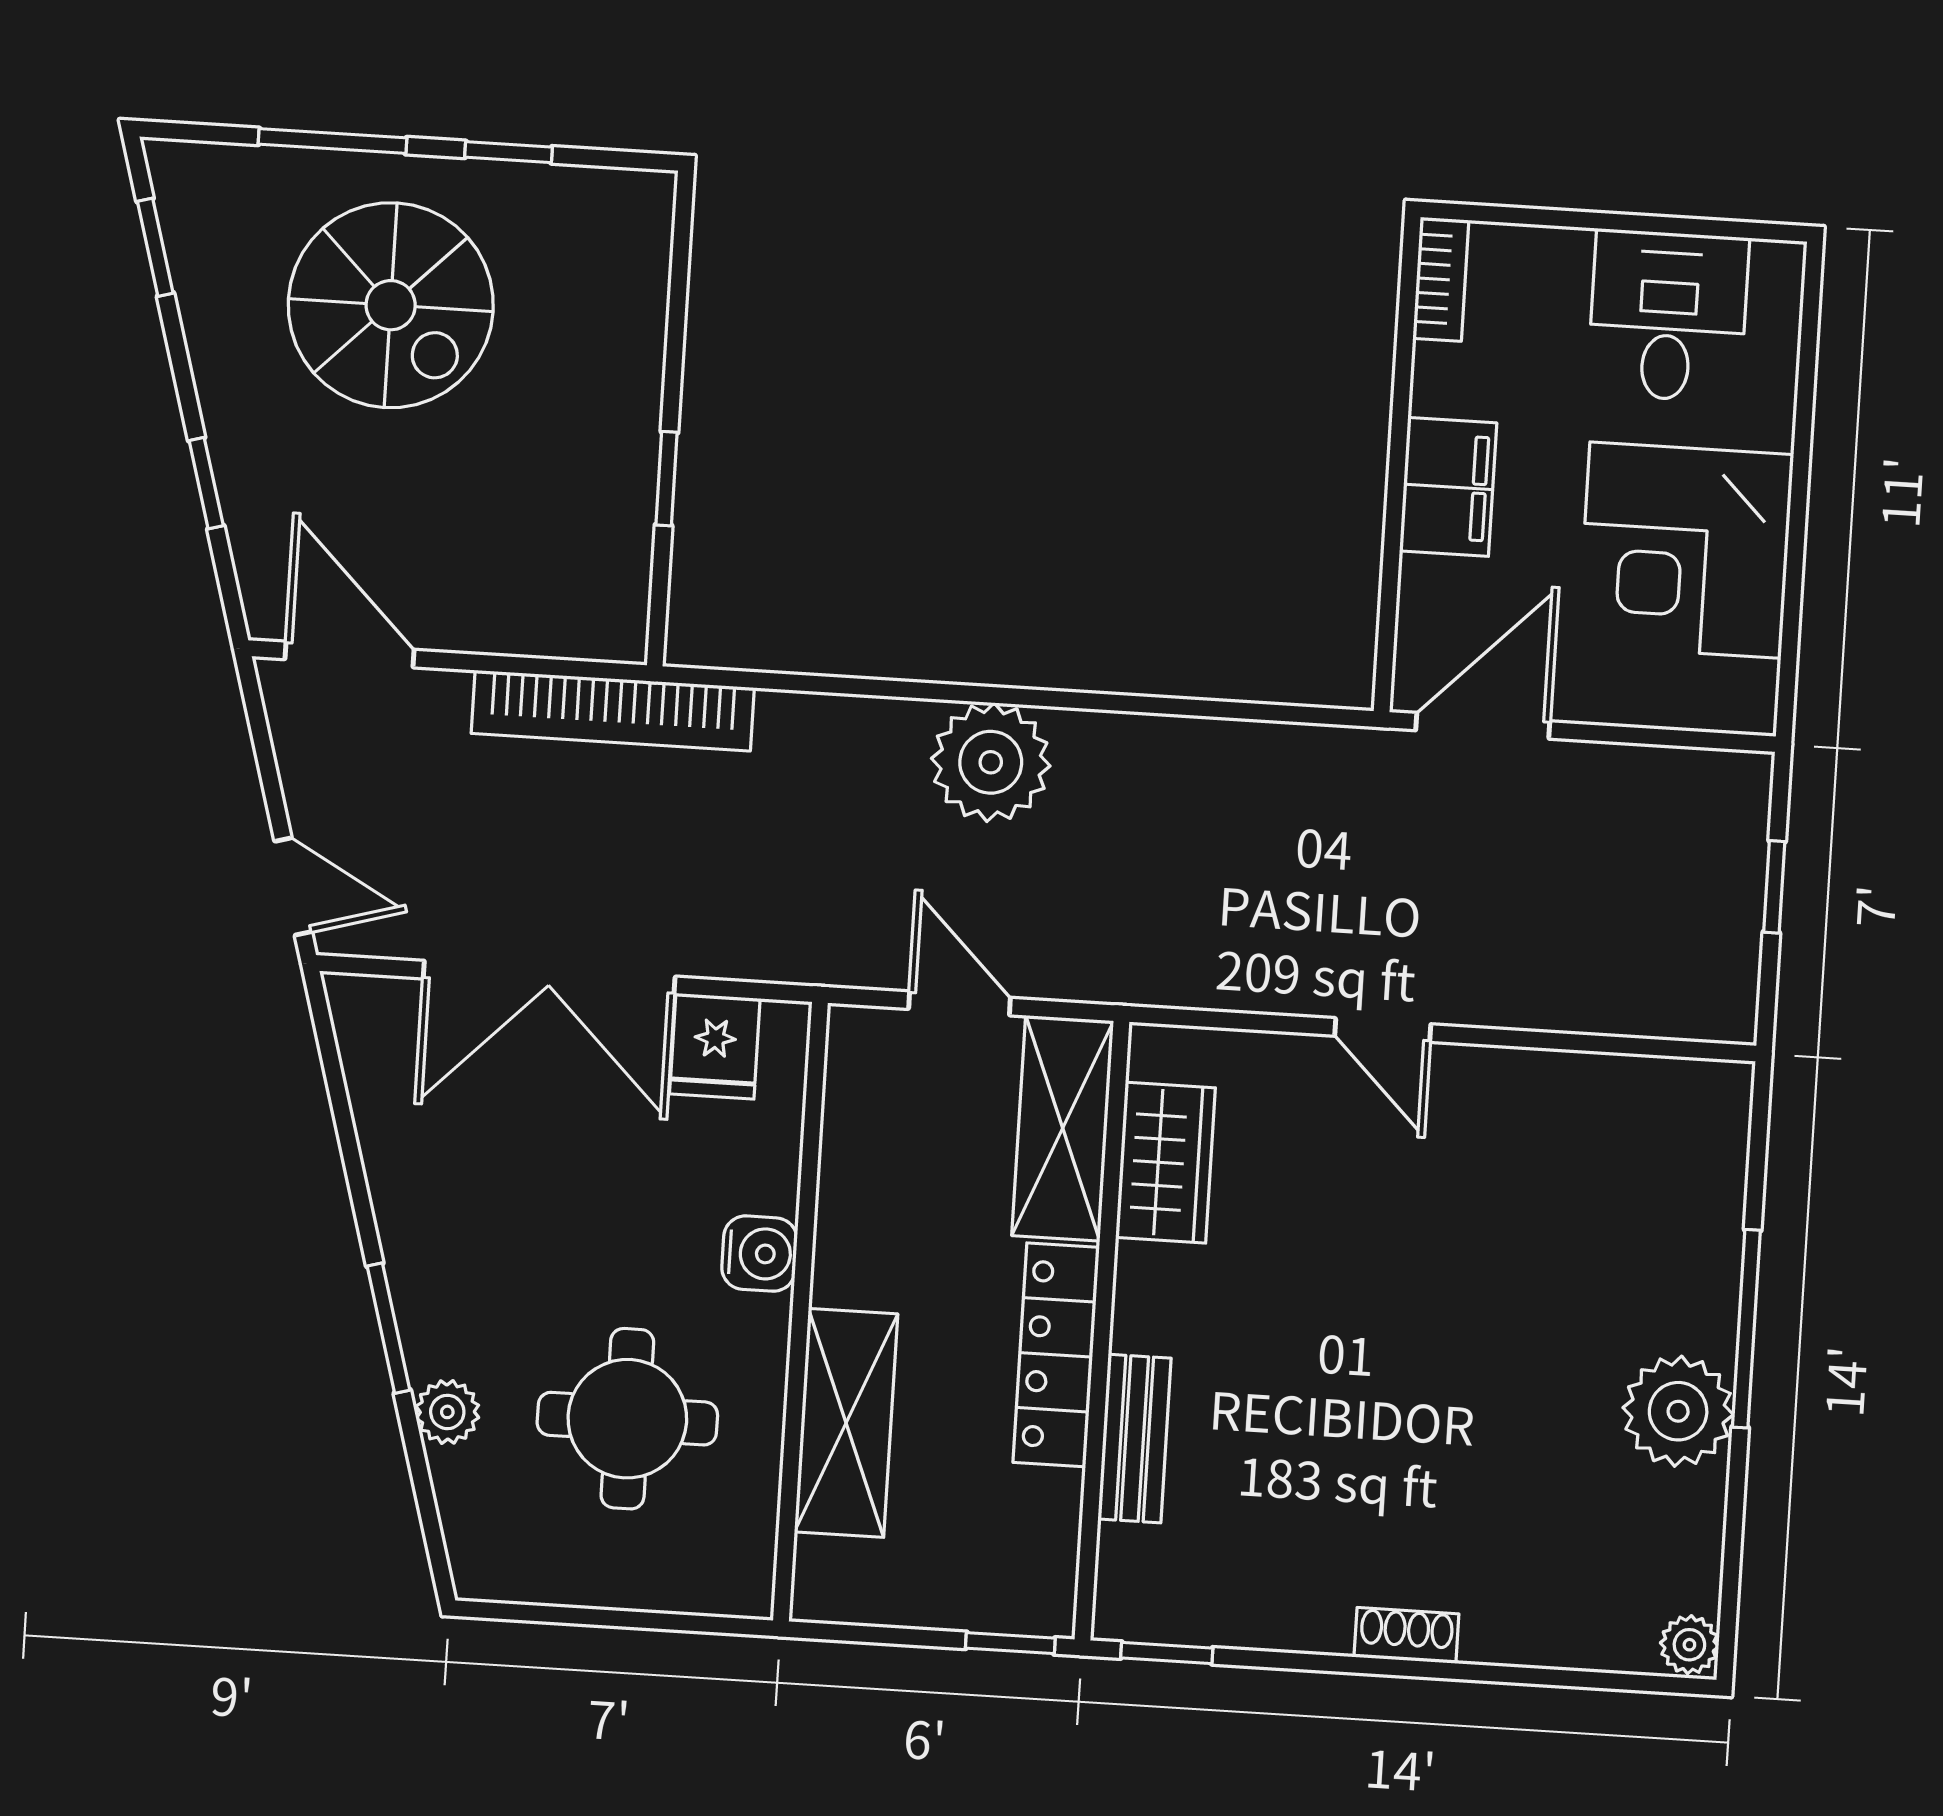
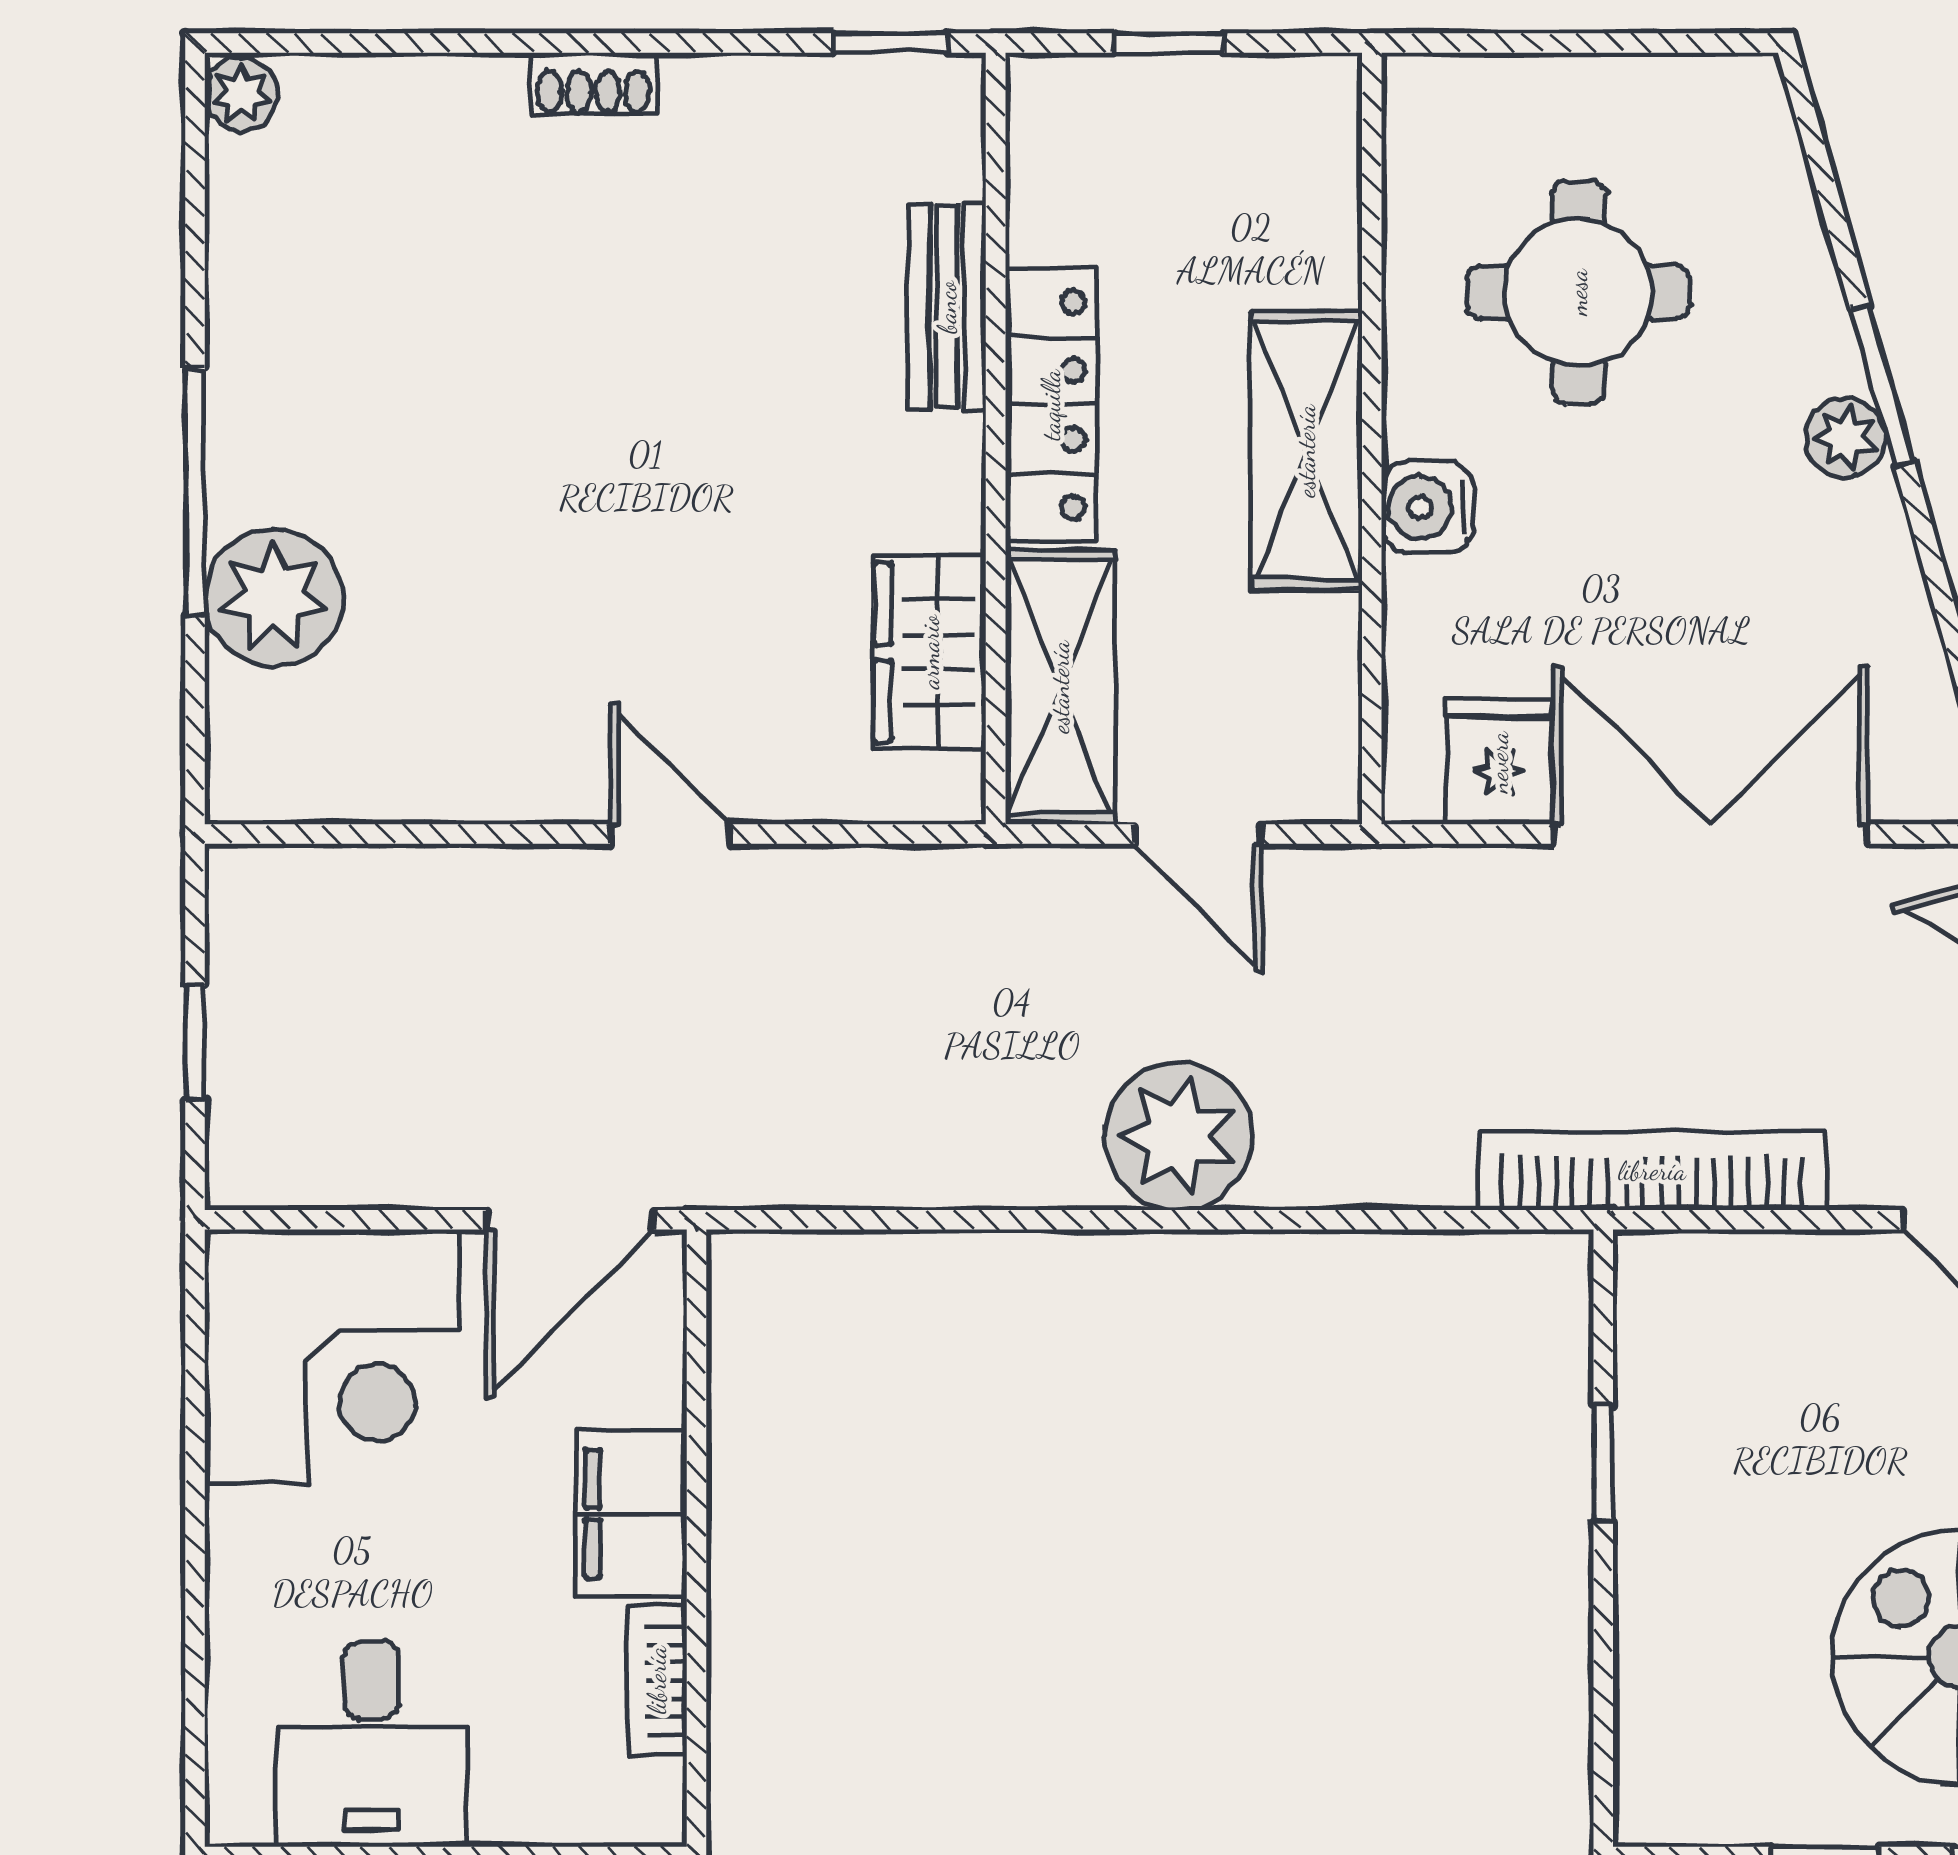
bookcase: (1441, 279) -> (657, 1680), moved
corner desk: (1685, 550) -> (332, 1357), moved, turned 90
plant: (1678, 1411) -> (273, 598), moved
plant: (447, 1412) -> (1846, 438), moved
shelving: (846, 1423) -> (1306, 451), moved
window: (1010, 1643) -> (1169, 43), moved

